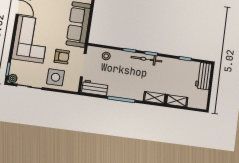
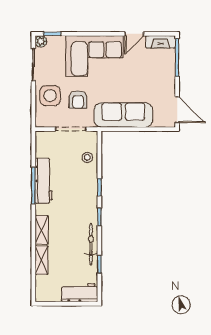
bicycle: (146, 59) -> (91, 244), moved
workbench: (95, 88) -> (44, 181), moved, width x1.38

